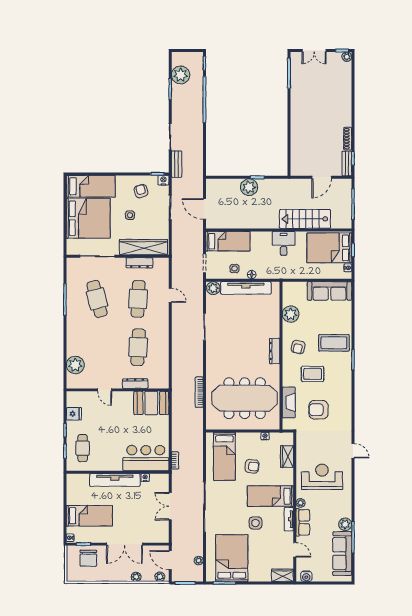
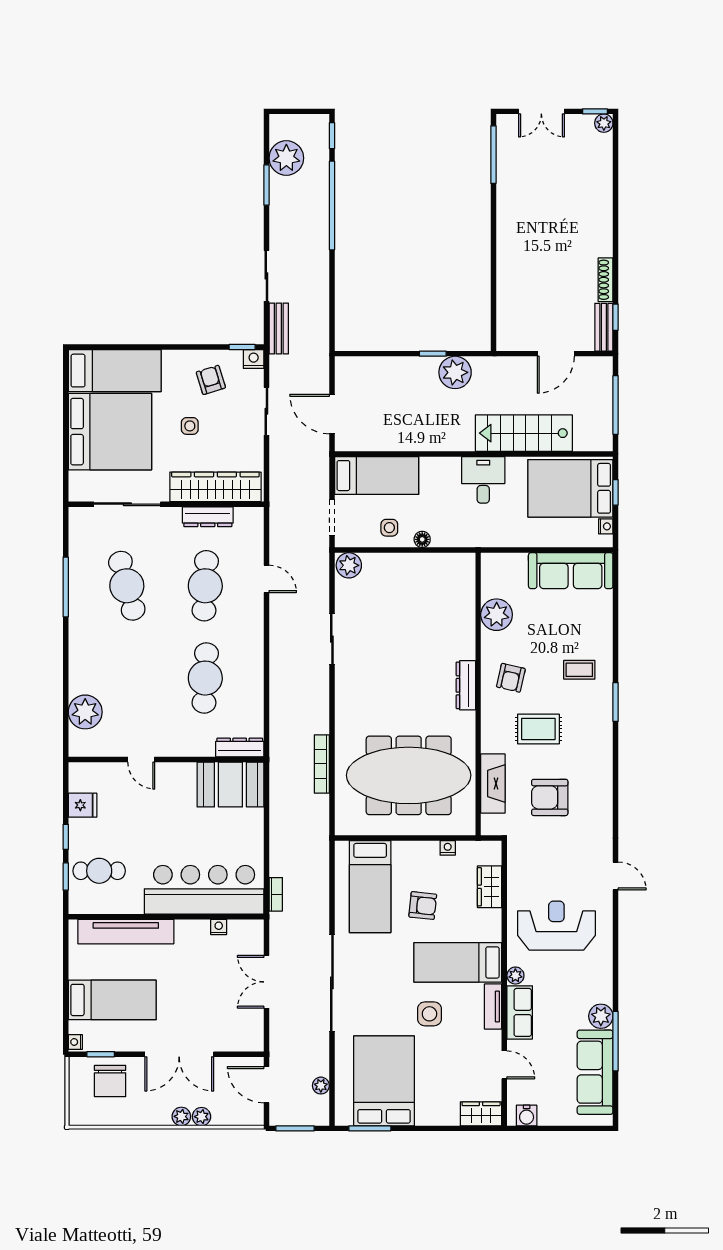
plant: (249, 187) -> (455, 372), moved
tv unit: (246, 288) -> (411, 565), removed
coffee table: (334, 343) -> (579, 670), width x0.54, depth x0.58
dresser: (135, 384) -> (240, 747), moved
cafe table: (83, 448) -> (99, 871), turned 90
bar counter: (146, 458) -> (204, 890), width x1.36
tv unit: (115, 480) -> (126, 932), moved
plant: (160, 577) -> (181, 1116), moved

